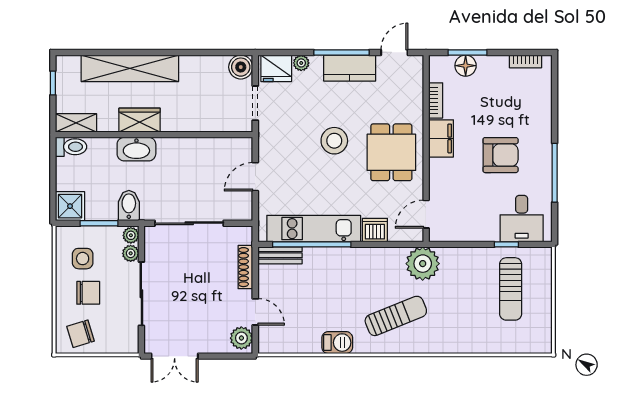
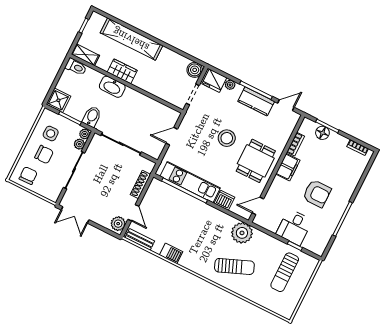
desk: (522, 219) -> (294, 227), moved
bench: (280, 255) -> (140, 239), moved
sun lounger: (396, 316) -> (234, 266), moved
chair: (81, 334) -> (28, 176), turned 105

